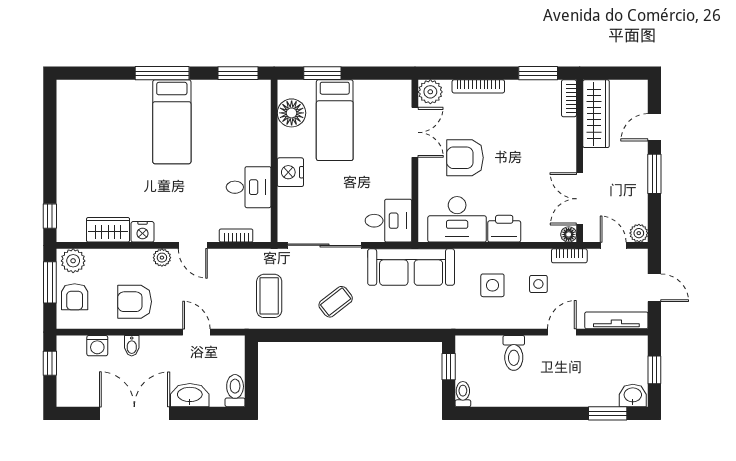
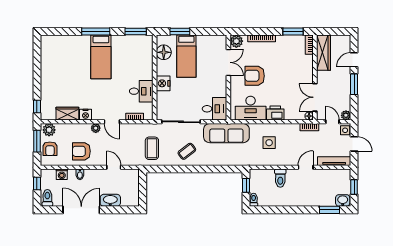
side table: (538, 284) -> (345, 130), moved
toilet: (235, 391) -> (47, 198), moved

